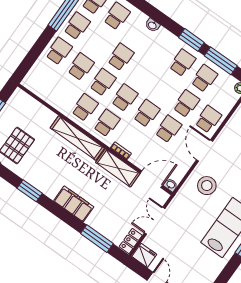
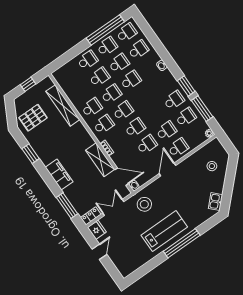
school desk: (99, 41) -> (119, 63), added
shelving: (77, 138) -> (63, 105), moved
stool: (207, 186) -> (144, 204), moved

